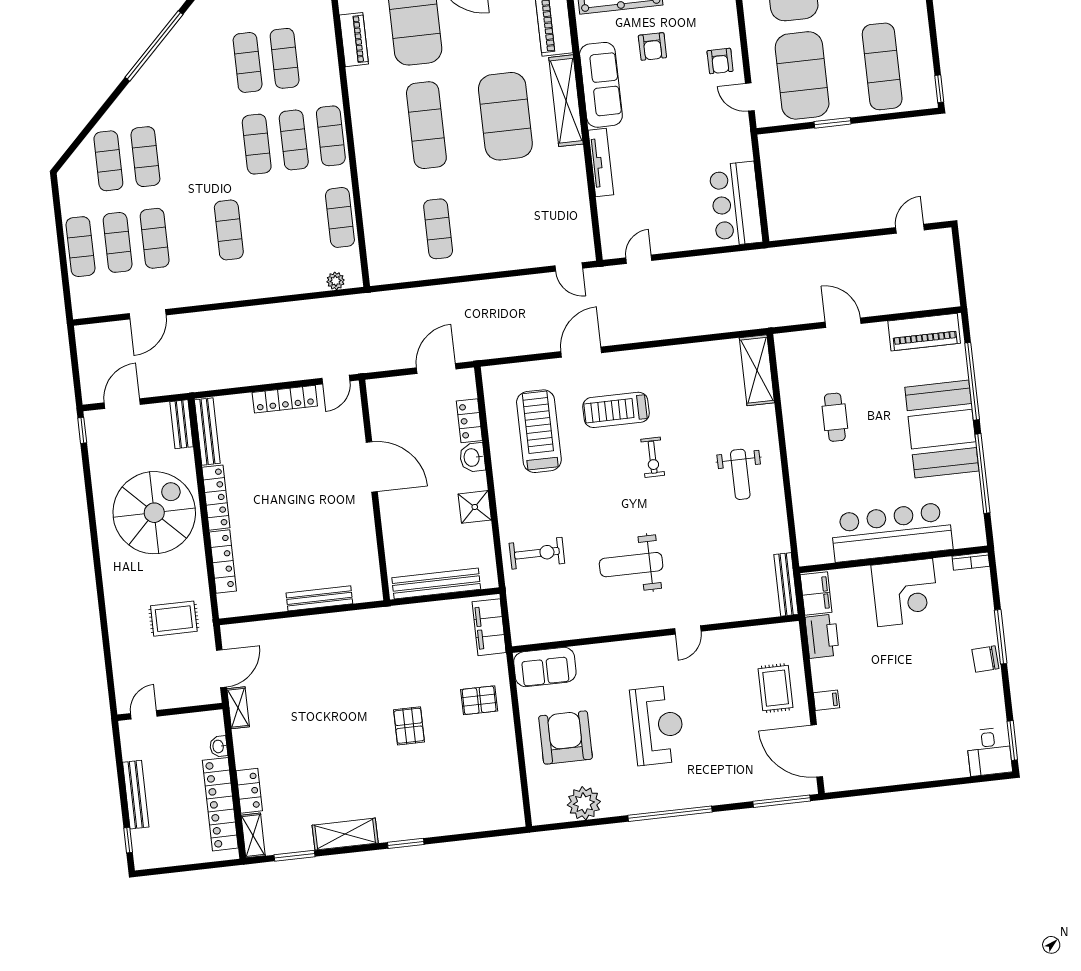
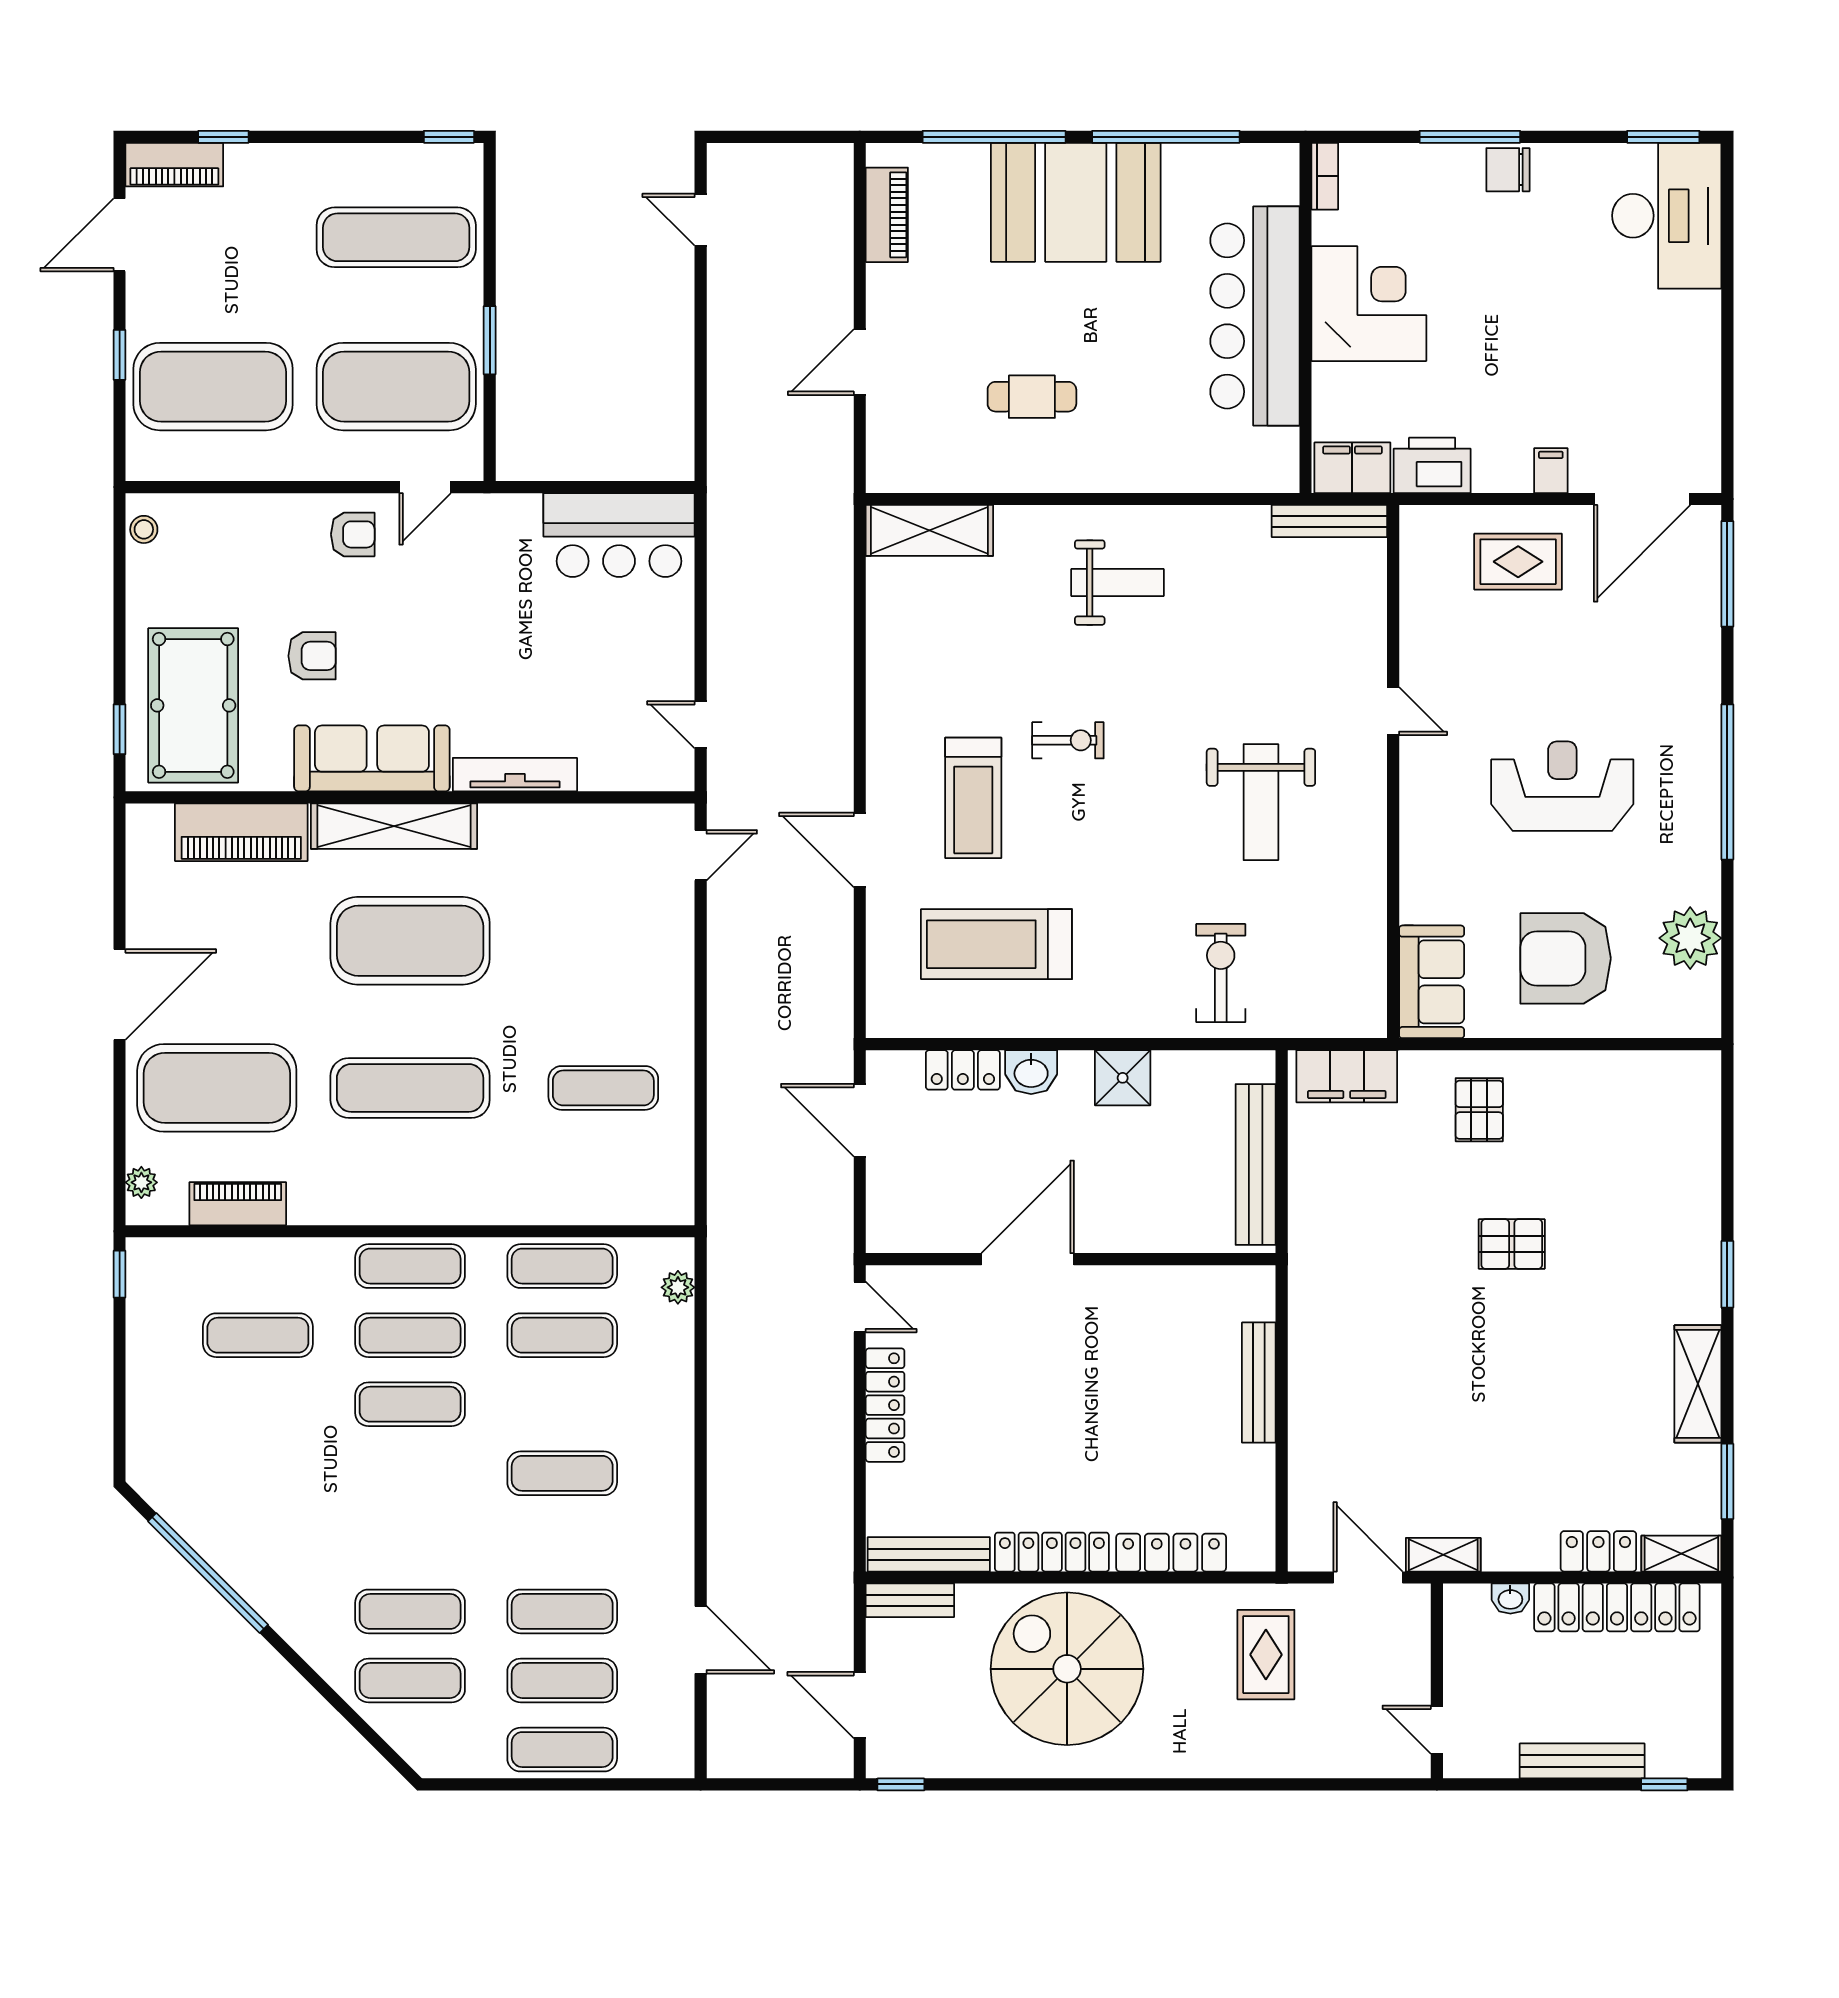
exercise mat: (248, 62) -> (562, 1335), moved
piano: (924, 332) -> (887, 215), width x0.73, depth x0.75
chair: (985, 659) -> (1508, 170), turned 93
desk: (989, 752) -> (1667, 216), width x1.87, depth x1.30

